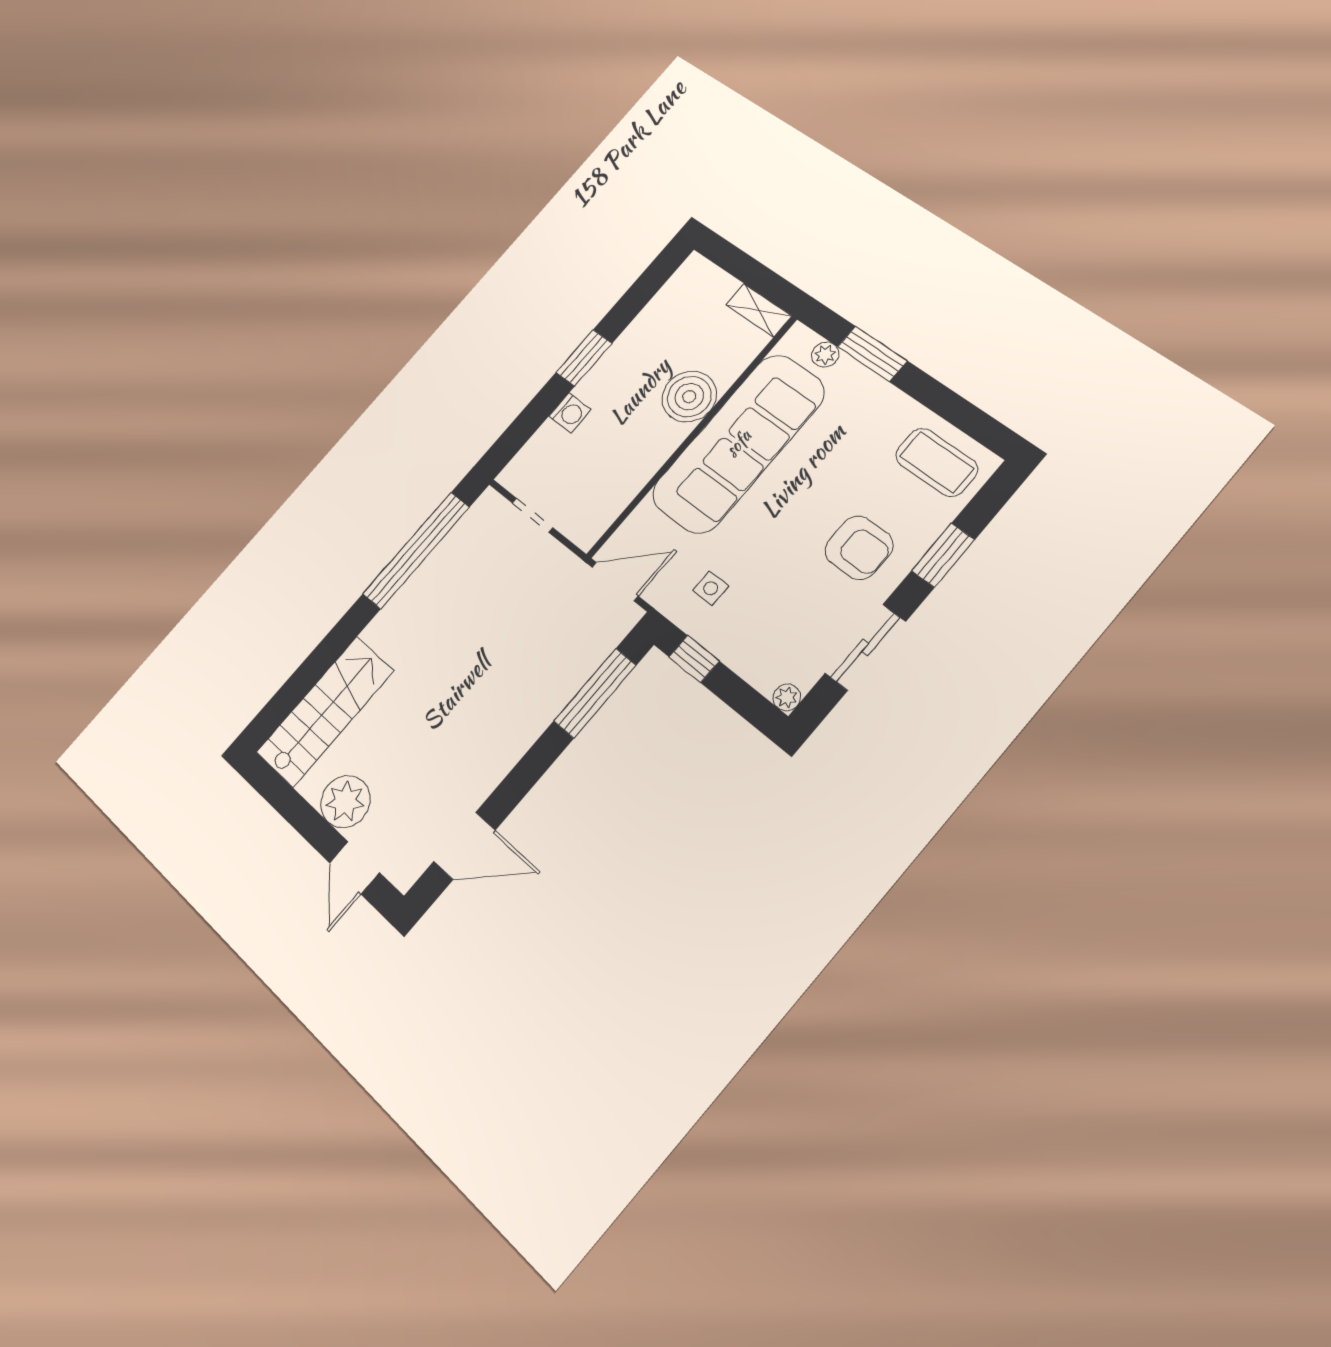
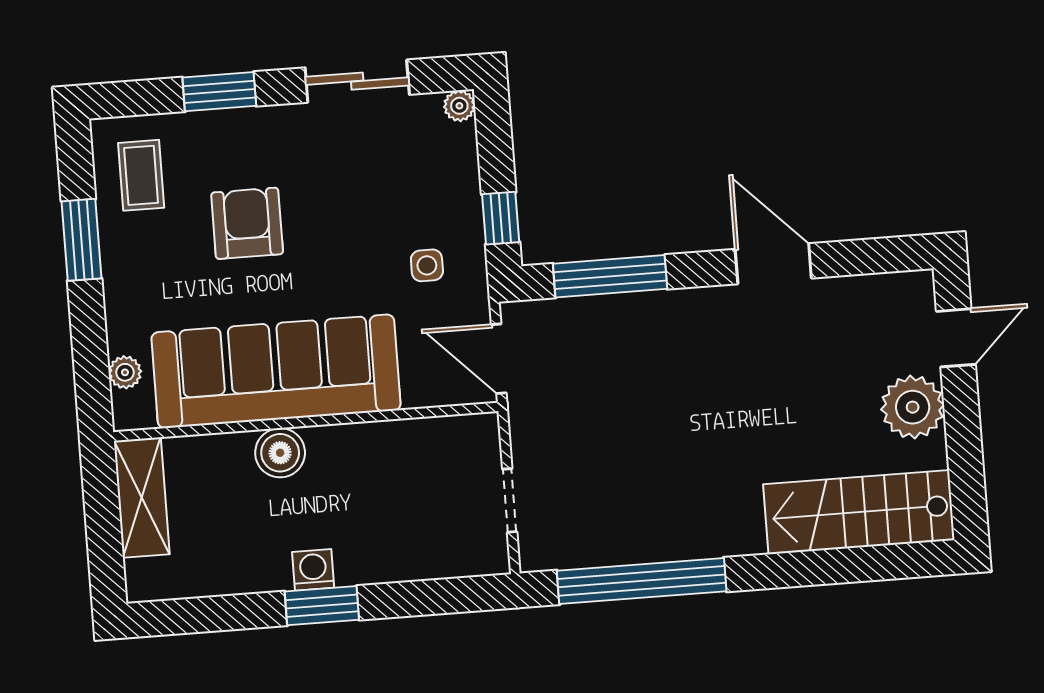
shelving: (759, 310) -> (142, 498), width x1.50, depth x1.33
window: (872, 354) -> (81, 240), moved
boiler: (689, 397) -> (280, 453), width x0.73, depth x0.73
washing machine: (570, 413) -> (313, 570), moved
coffee table: (937, 462) -> (141, 175), width x0.73, depth x0.77
armchair: (859, 548) -> (247, 223), moved
door: (464, 846) -> (773, 264), moved

